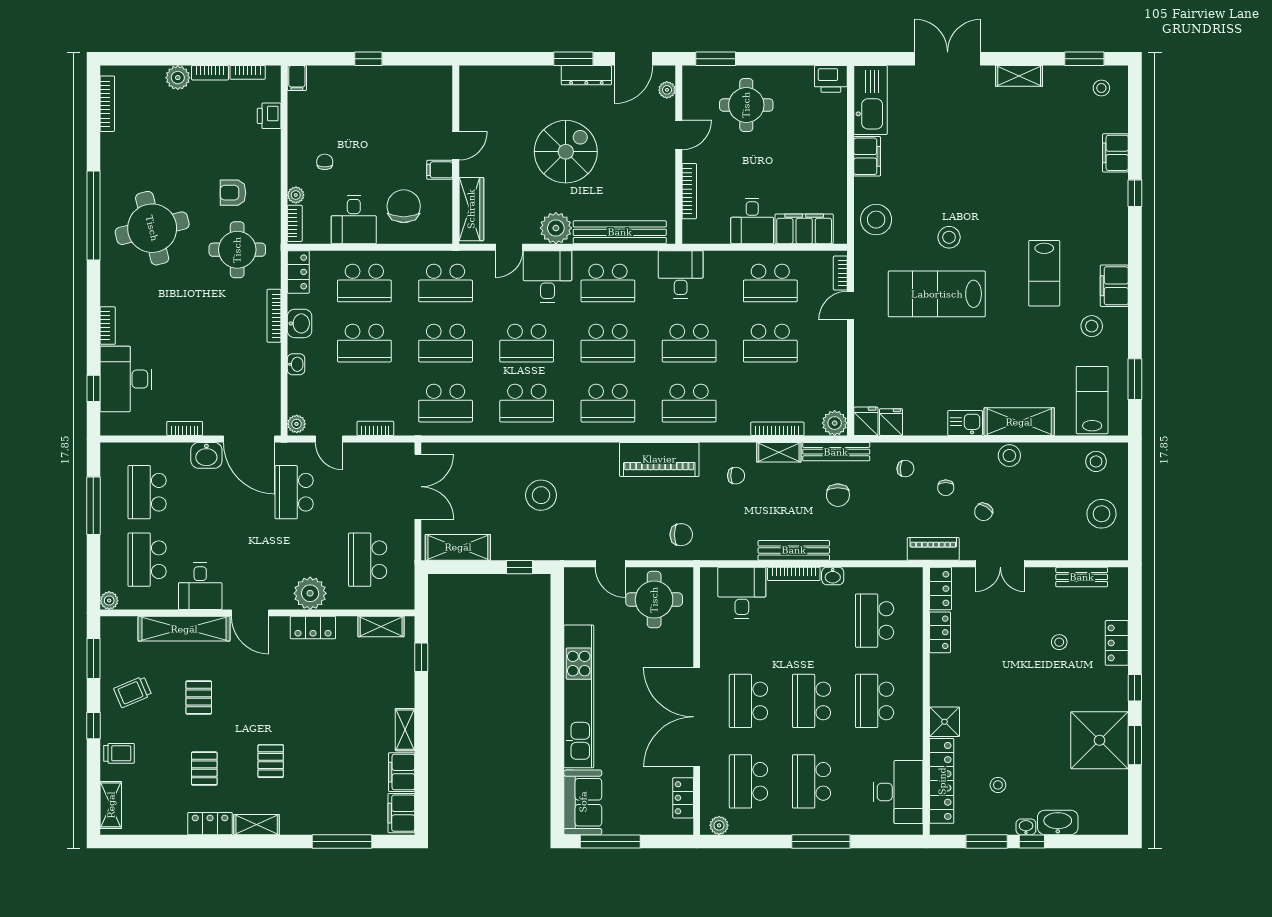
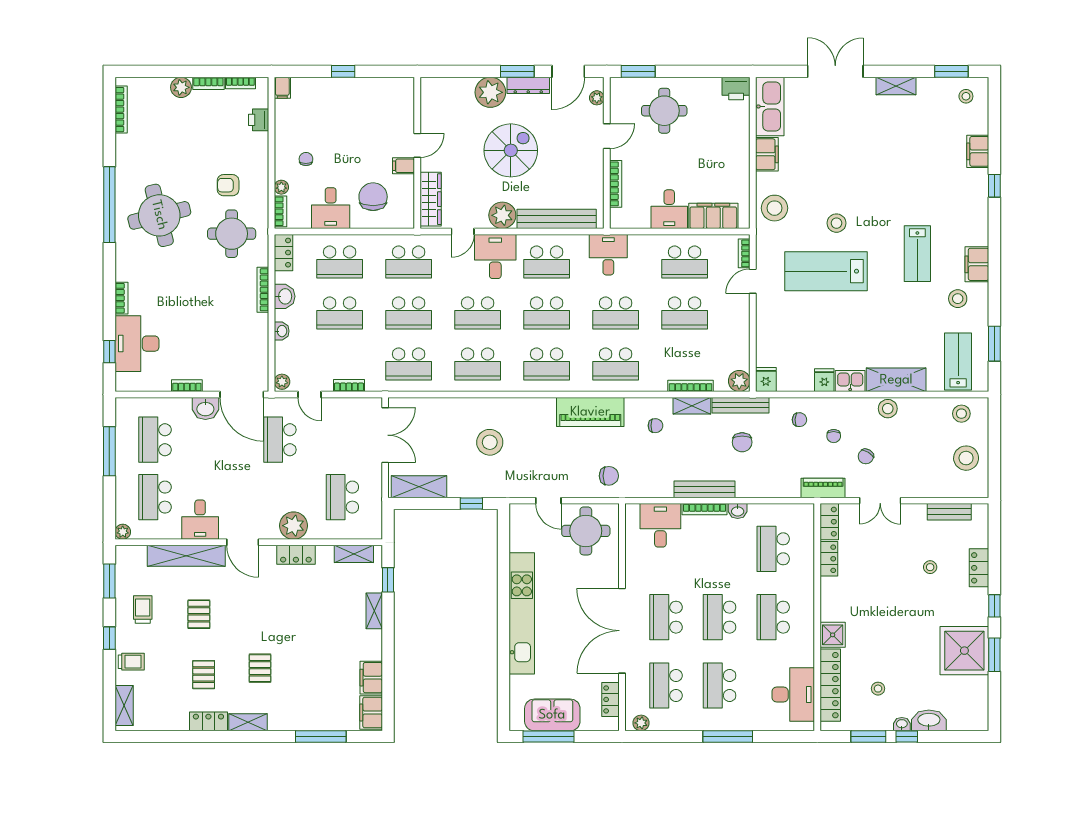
plant: (542, 83) -> (490, 92), added
fridge: (891, 422) -> (824, 380), moved
trolley: (133, 692) -> (143, 609), turned 113
shelving: (405, 730) -> (374, 611), moved
sofa: (583, 802) -> (552, 715), moved, turned -90

